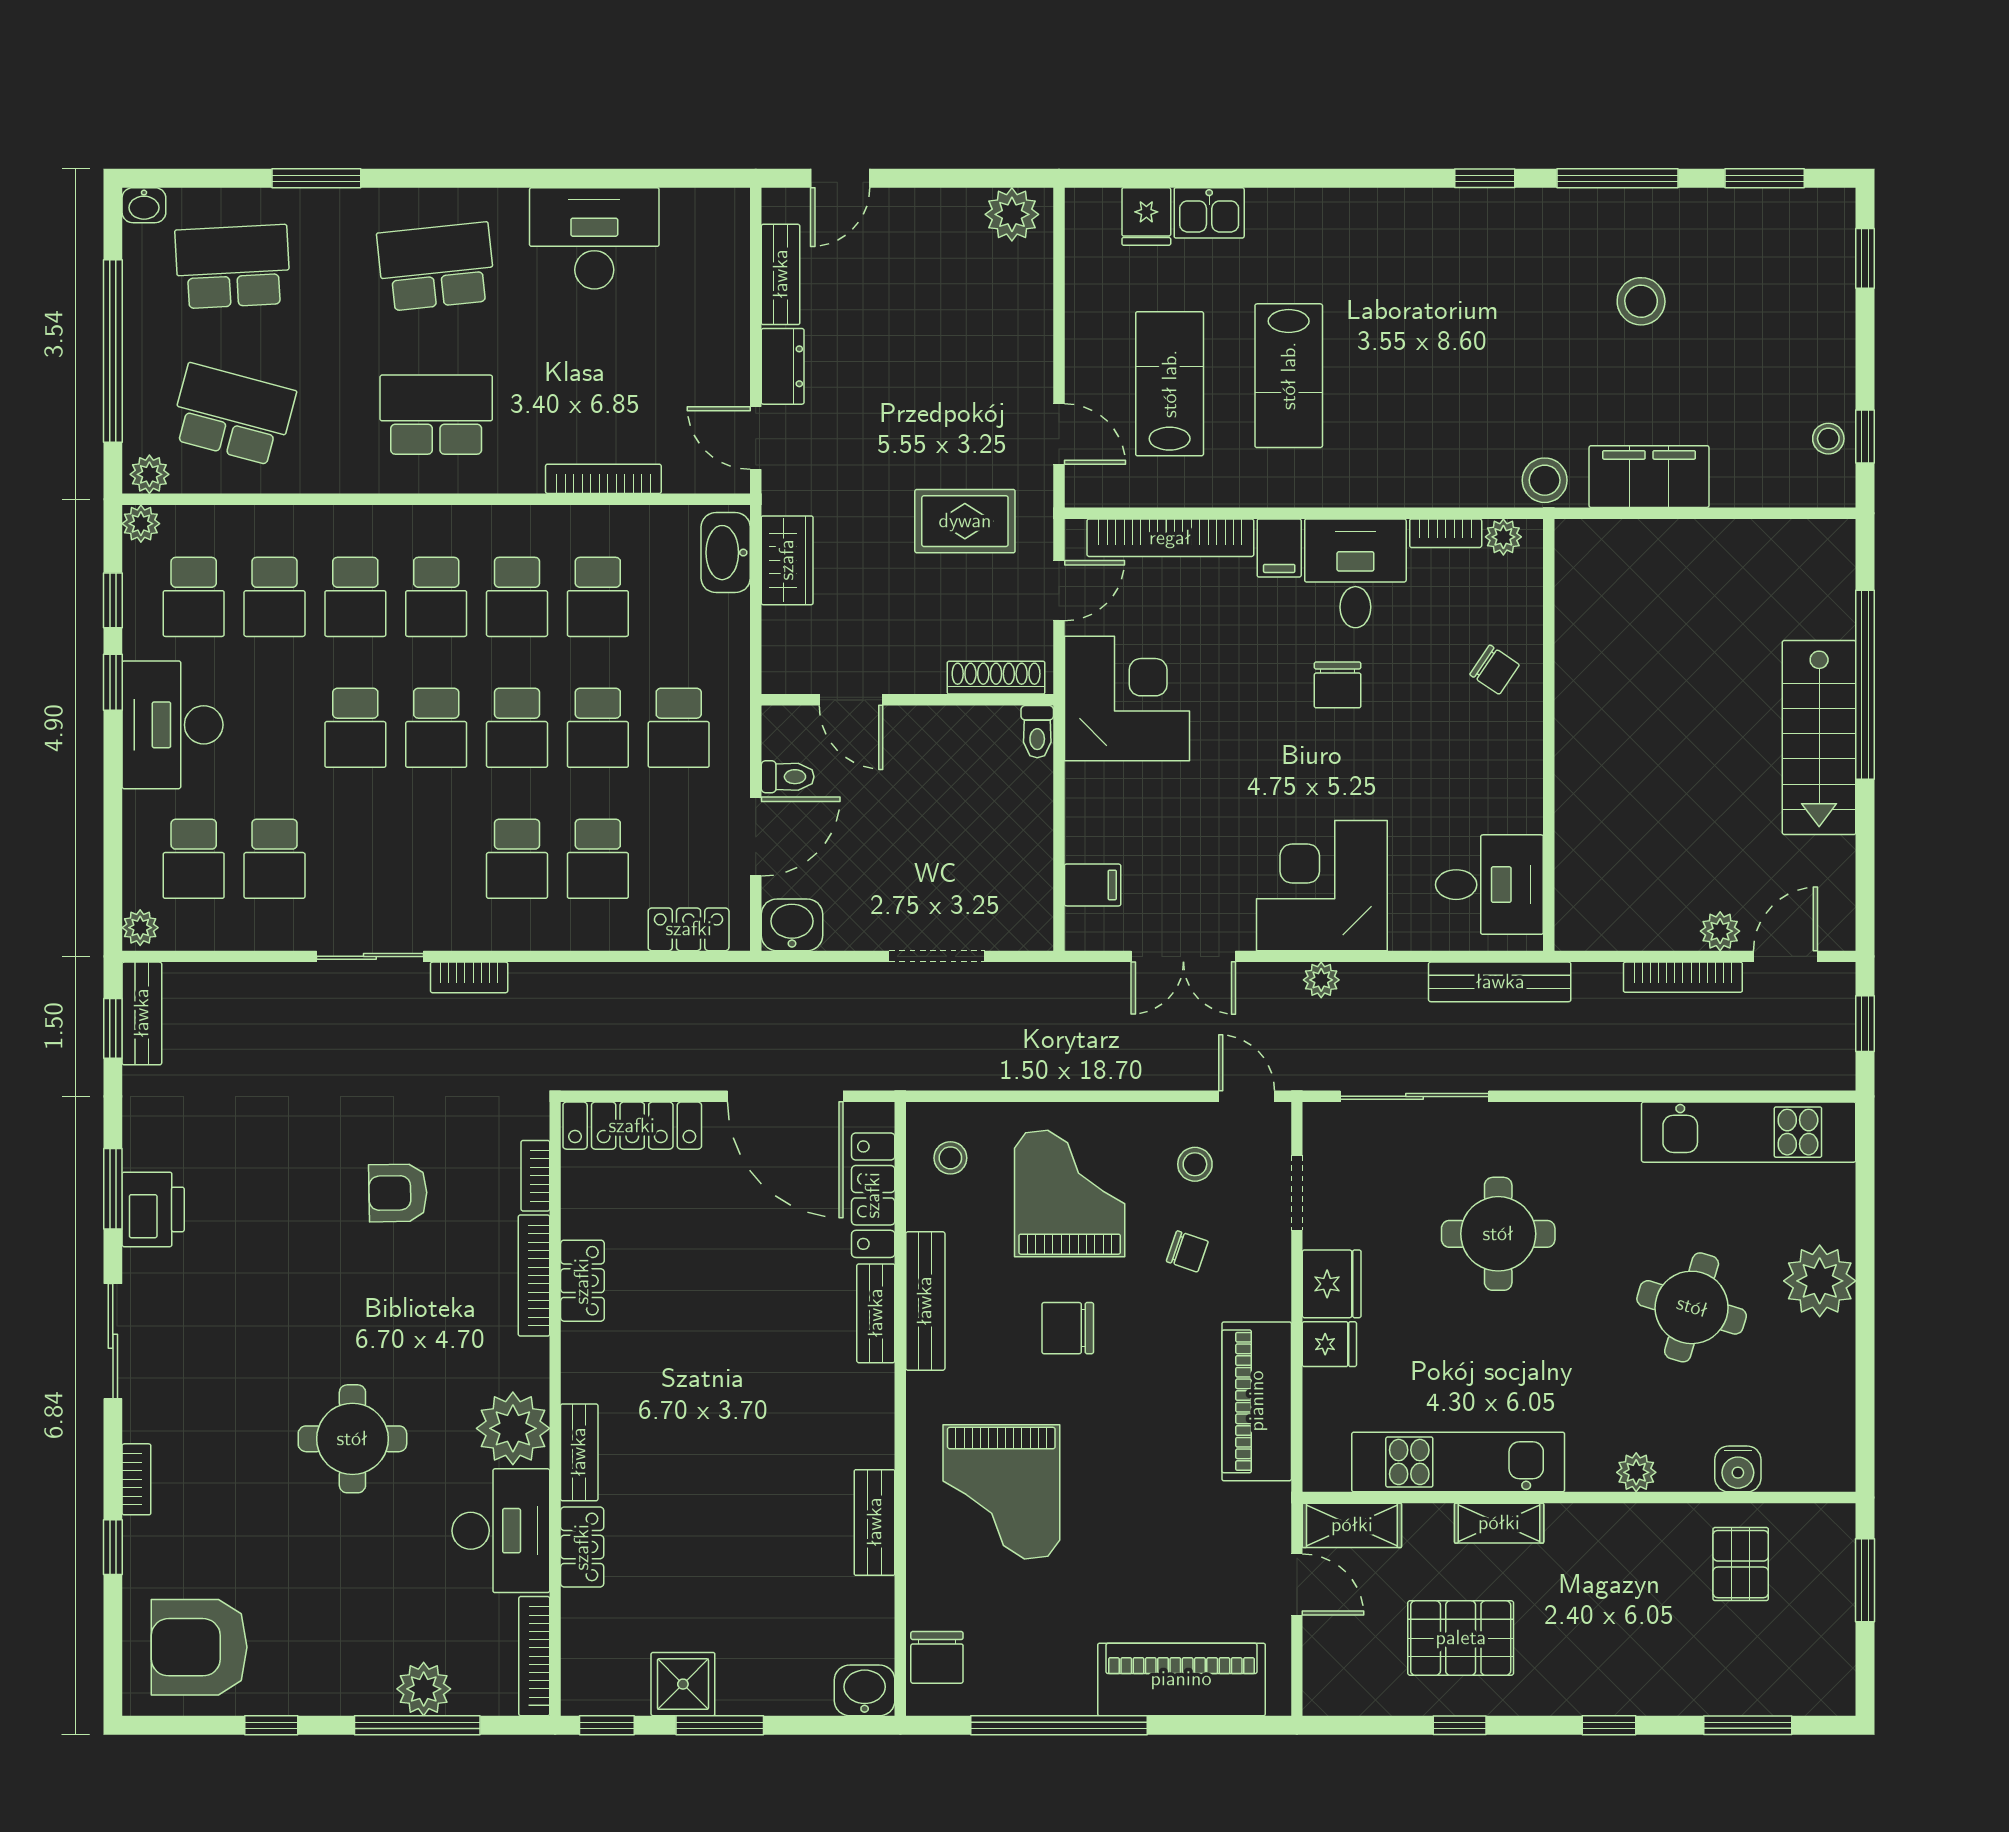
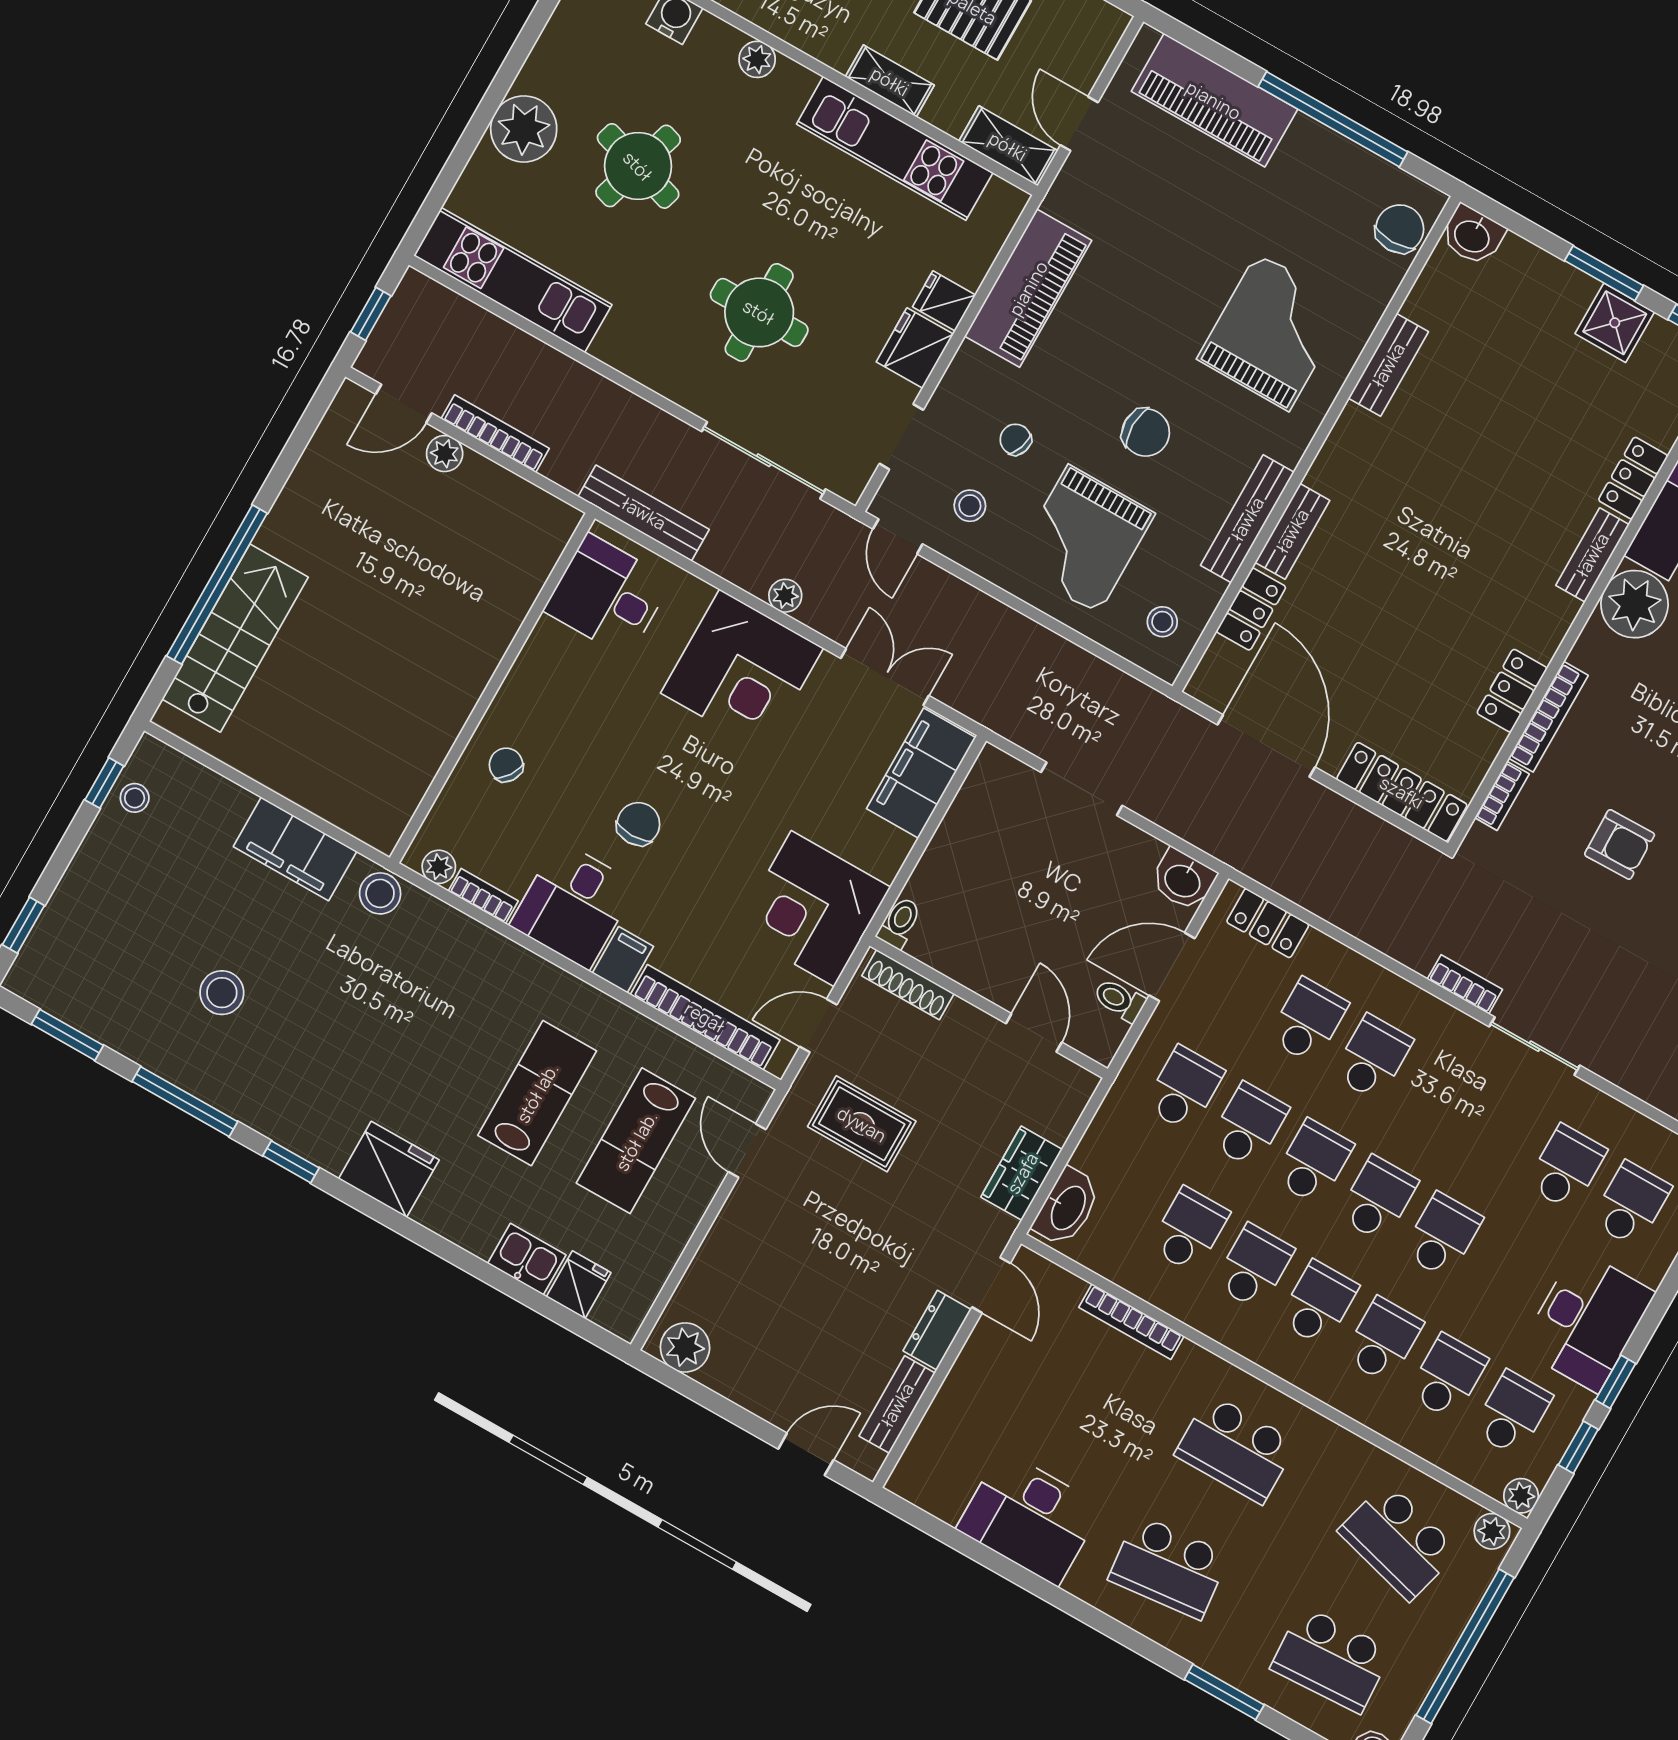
fridge: (1388, 224) -> (389, 1169), added
stairs: (1819, 738) -> (235, 638), moved
filing cabinet: (1093, 885) -> (921, 773), width x3.00, depth x1.17
locker: (873, 1195) -> (1251, 609), width x0.66

